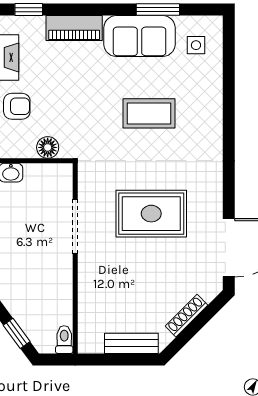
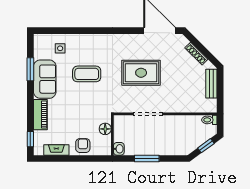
side table: (196, 45) -> (60, 48), moved
coffee table: (149, 113) -> (87, 74), turned 90
rug: (151, 214) -> (141, 73), turned 90

